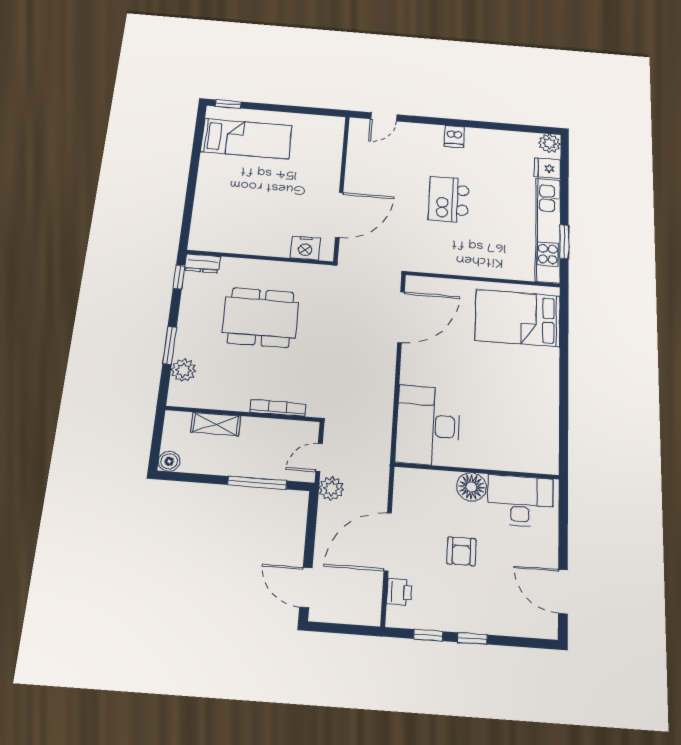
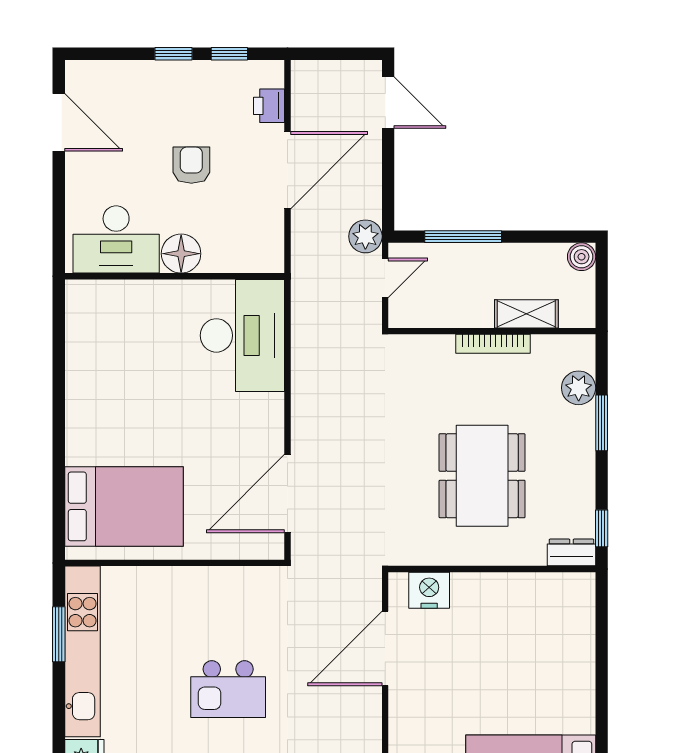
kitchen island: (449, 199) -> (228, 689), turned 90
dining table: (261, 318) -> (482, 476), turned 90
bookcase: (278, 408) -> (493, 344), moved

